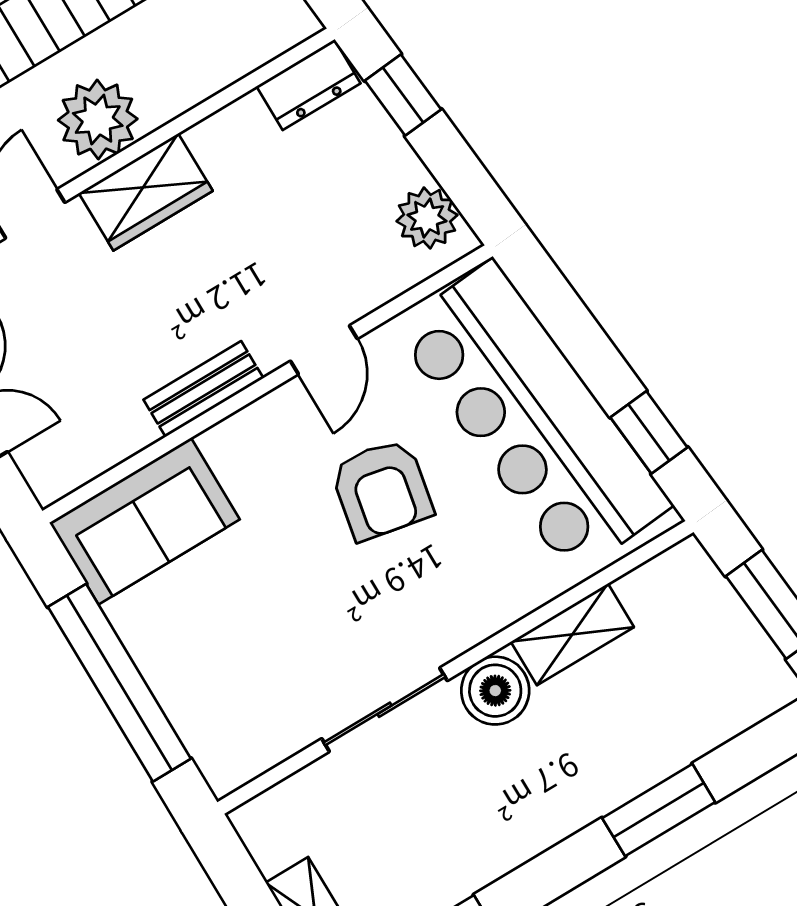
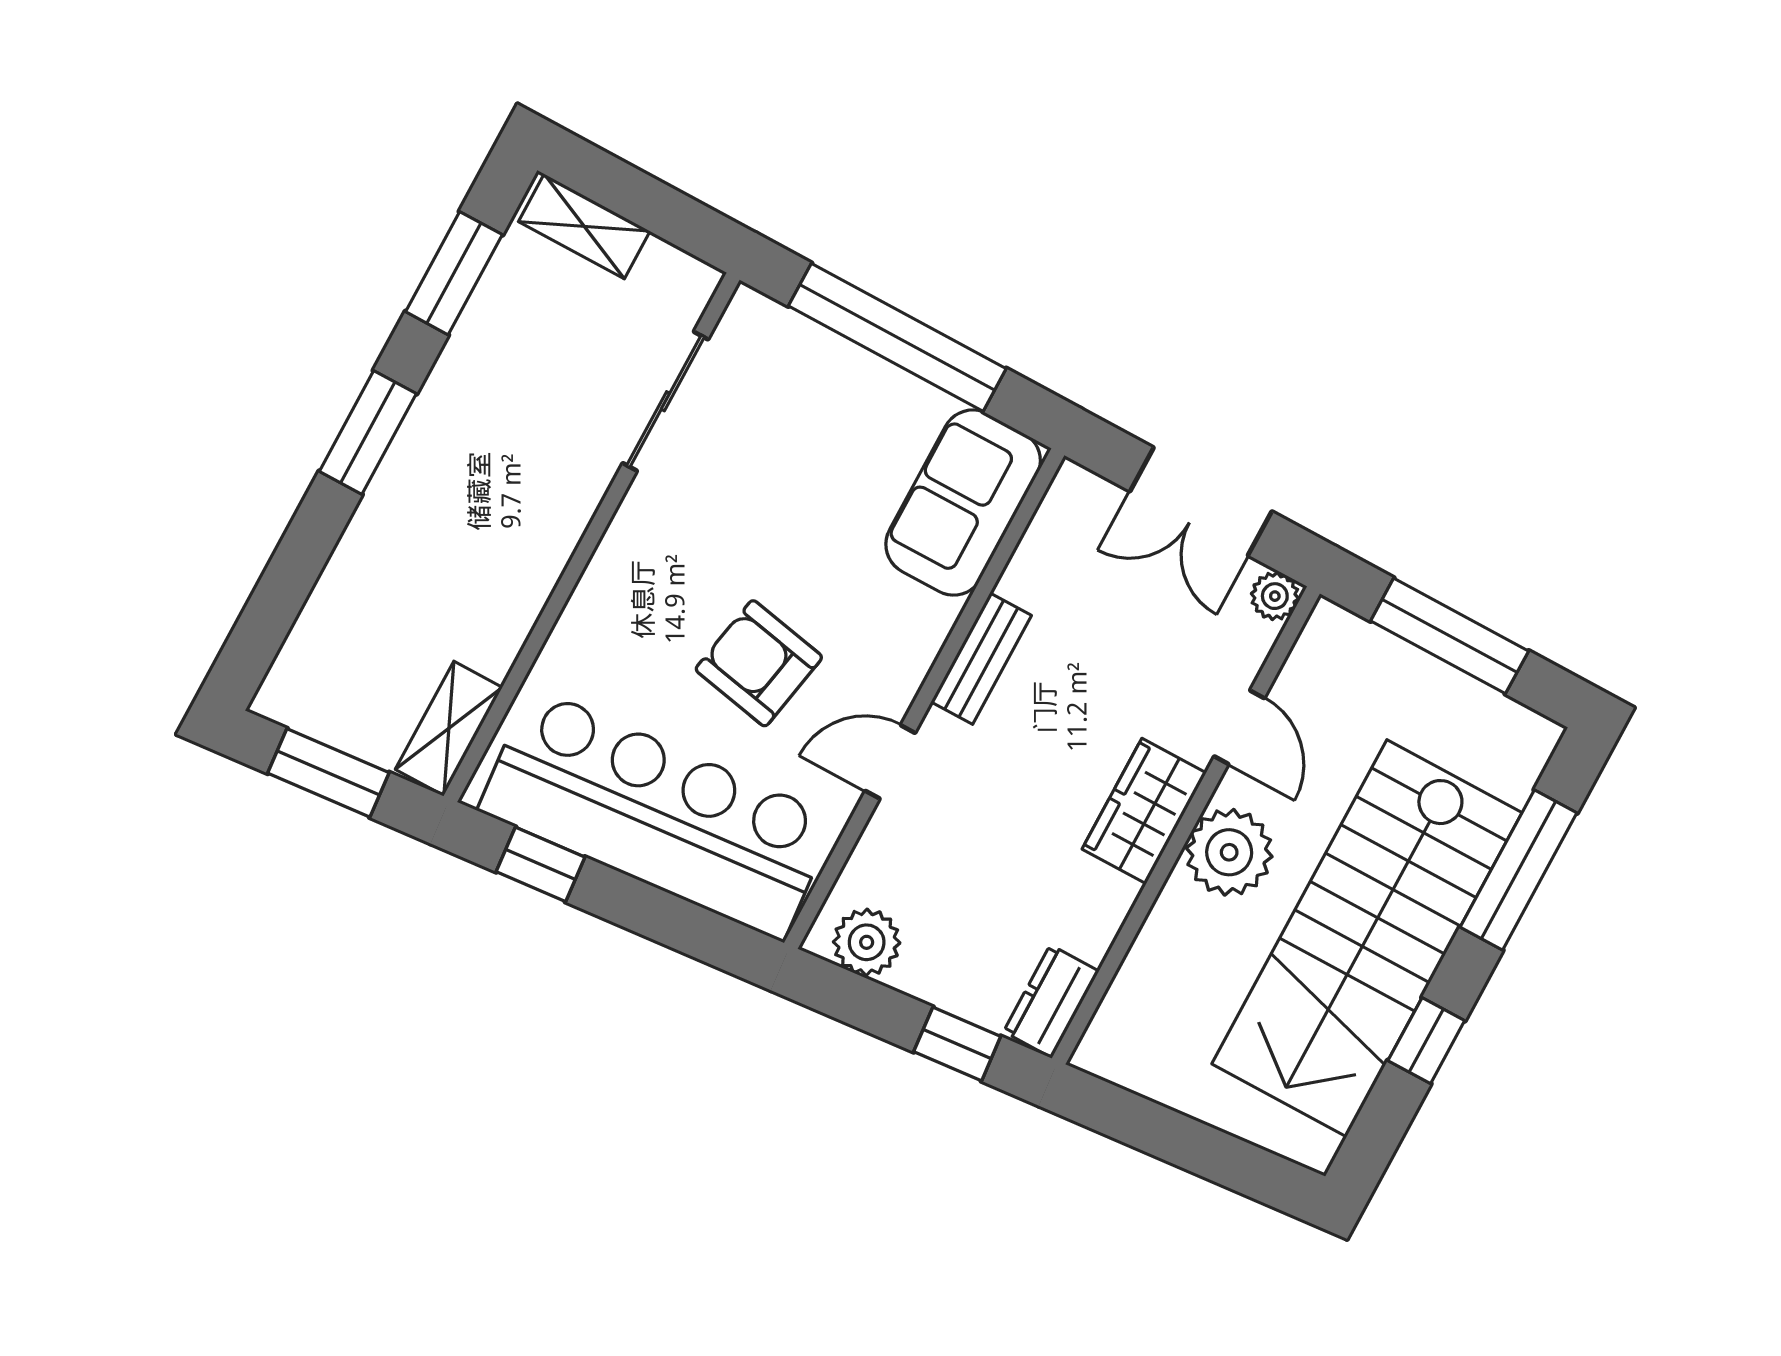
door: (324, 350) -> (890, 762), hinge flipped
shelving: (572, 634) -> (449, 728), moved
boiler: (495, 691) -> (541, 538), removed
sliding door: (384, 710) -> (665, 401), moved
window: (659, 810) -> (368, 433), moved

